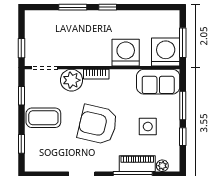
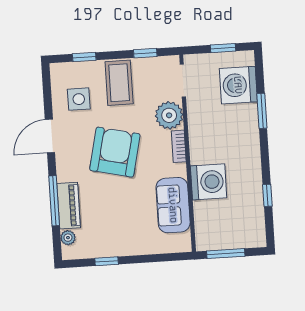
window: (108, 7) -> (267, 195), moved
window: (21, 48) -> (223, 48), moved
washing machine: (166, 52) -> (238, 85), moved, turned 180
sofa: (158, 82) -> (173, 205), moved
window: (183, 106) -> (146, 259), removed
side table: (148, 127) -> (79, 99), moved

